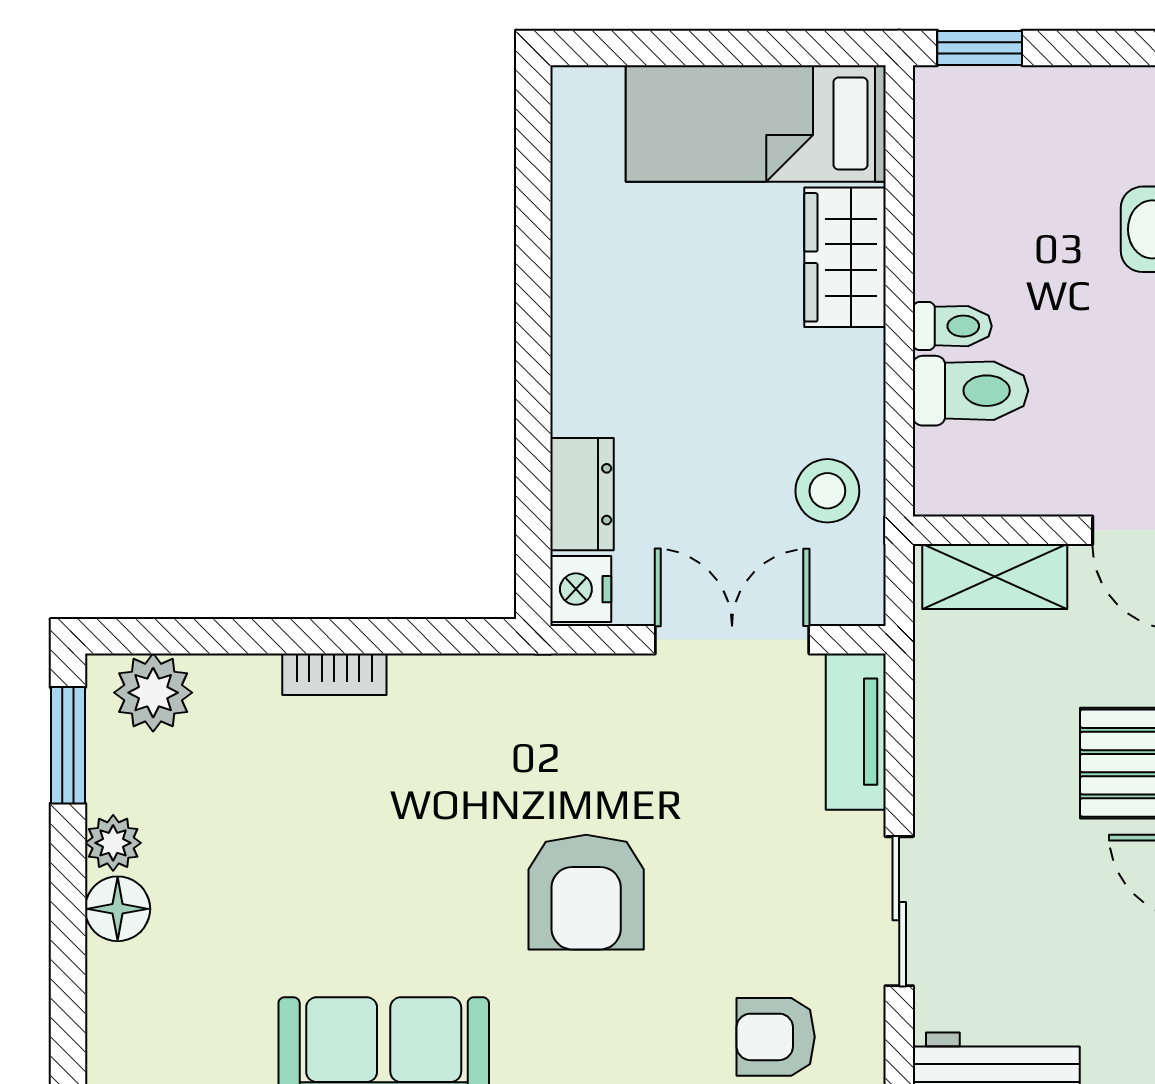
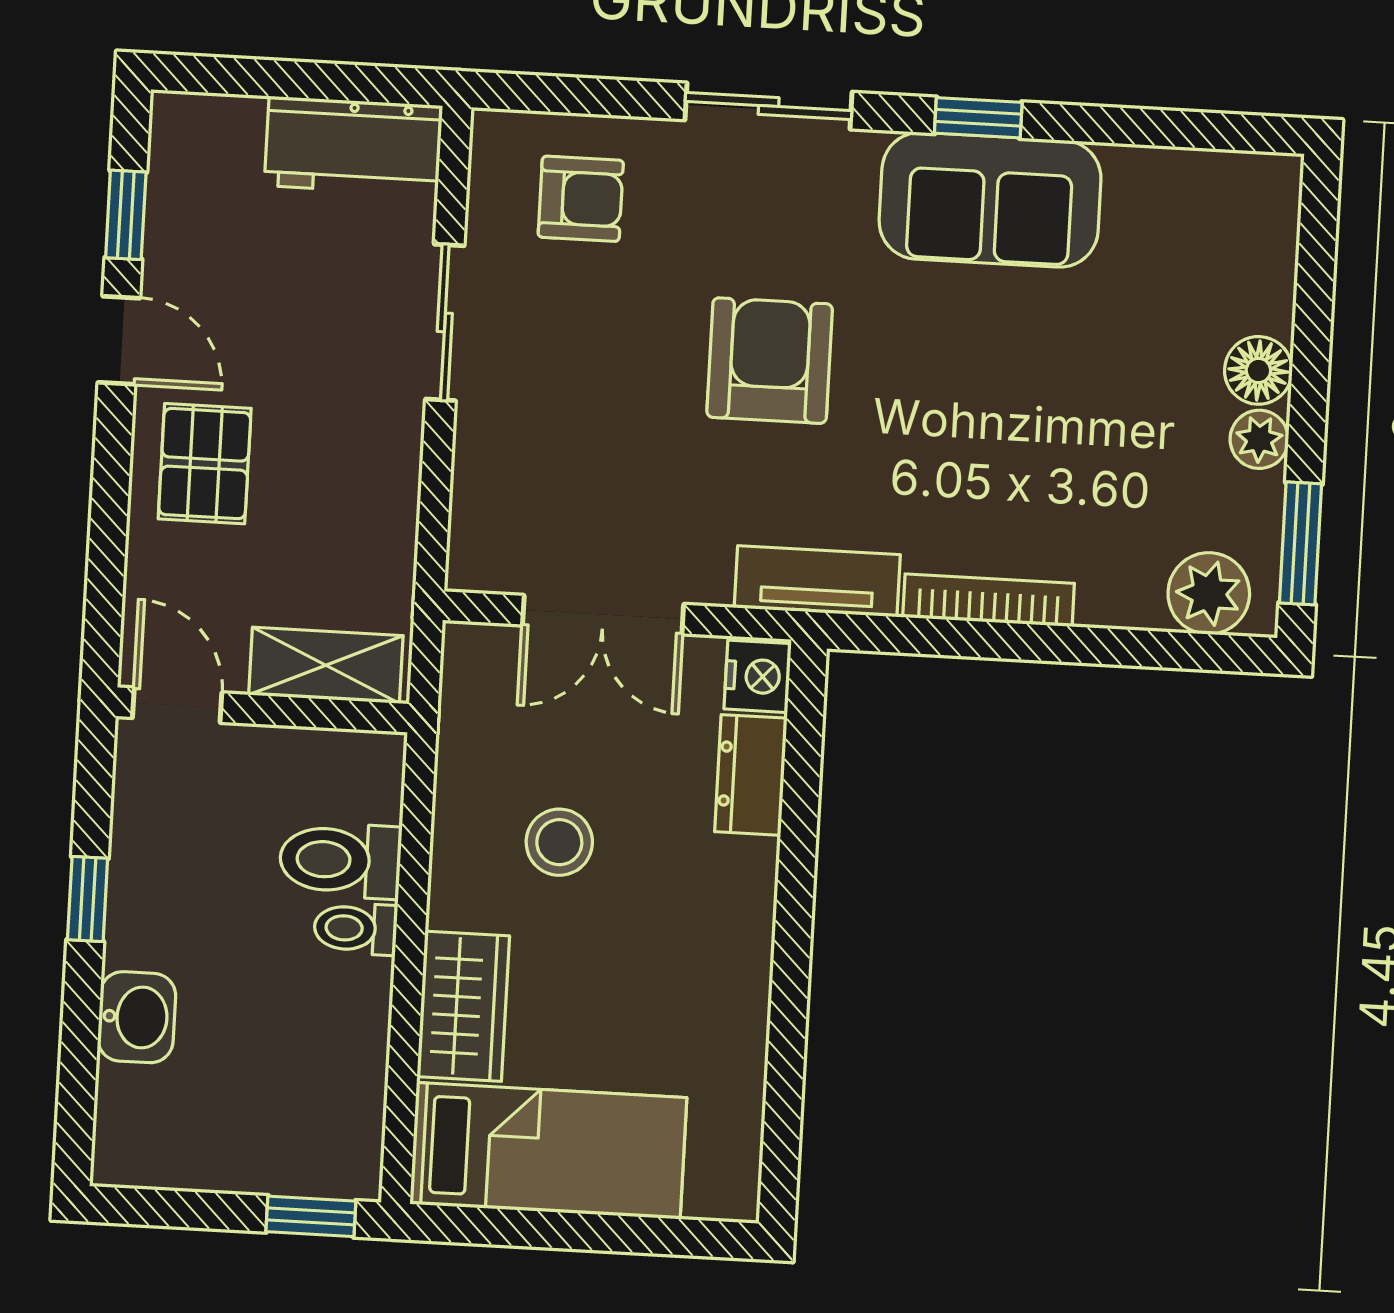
stool: (827, 491) -> (559, 842), moved
bookcase: (334, 674) -> (989, 600), width x1.56
tv unit: (856, 732) -> (817, 581), moved, turned -90

